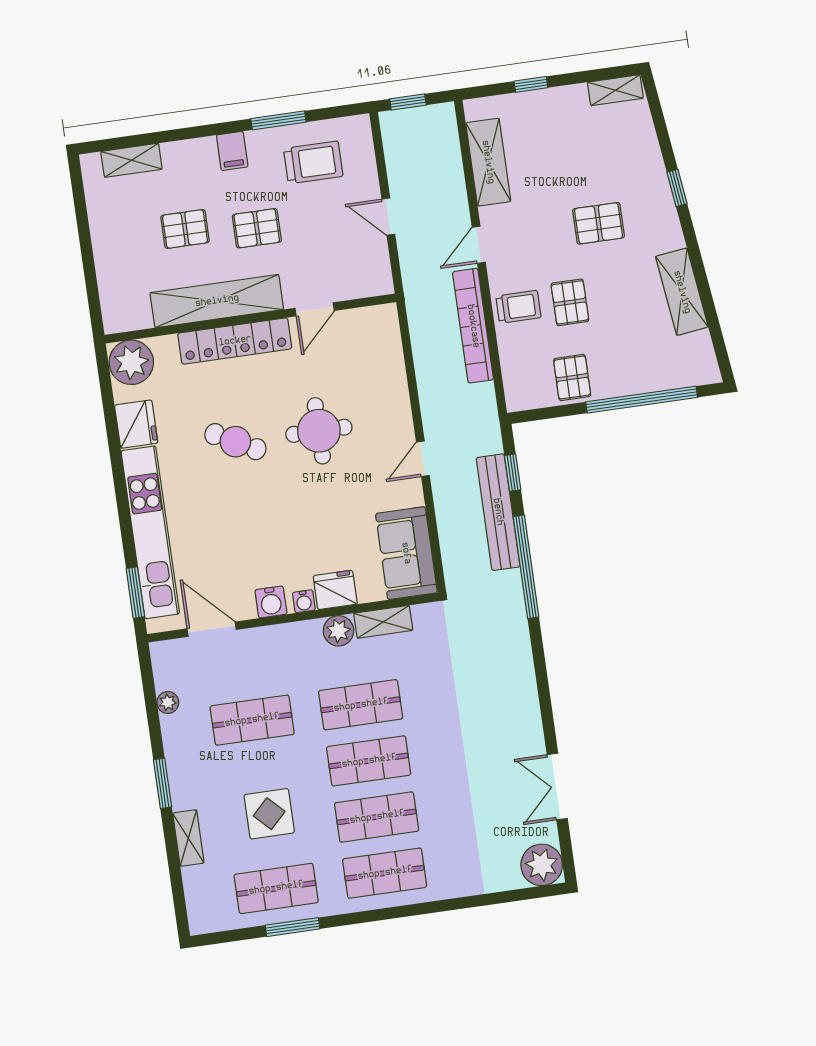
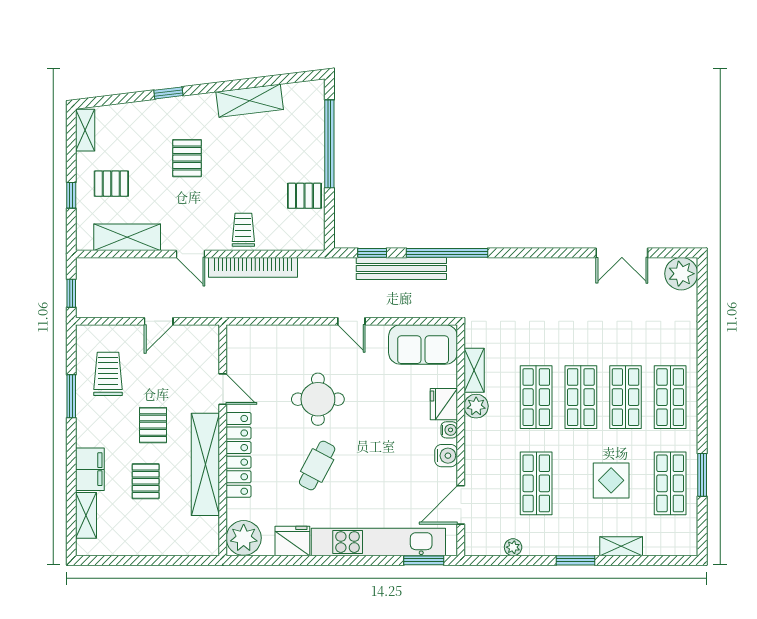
filing cabinet: (232, 151) -> (90, 469), moved, width x2.00
pallet: (570, 302) -> (111, 184), moved

